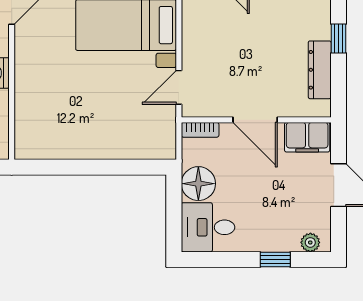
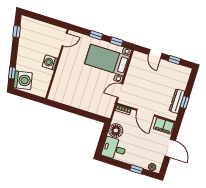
window: (339, 38) -> (185, 102), moved

